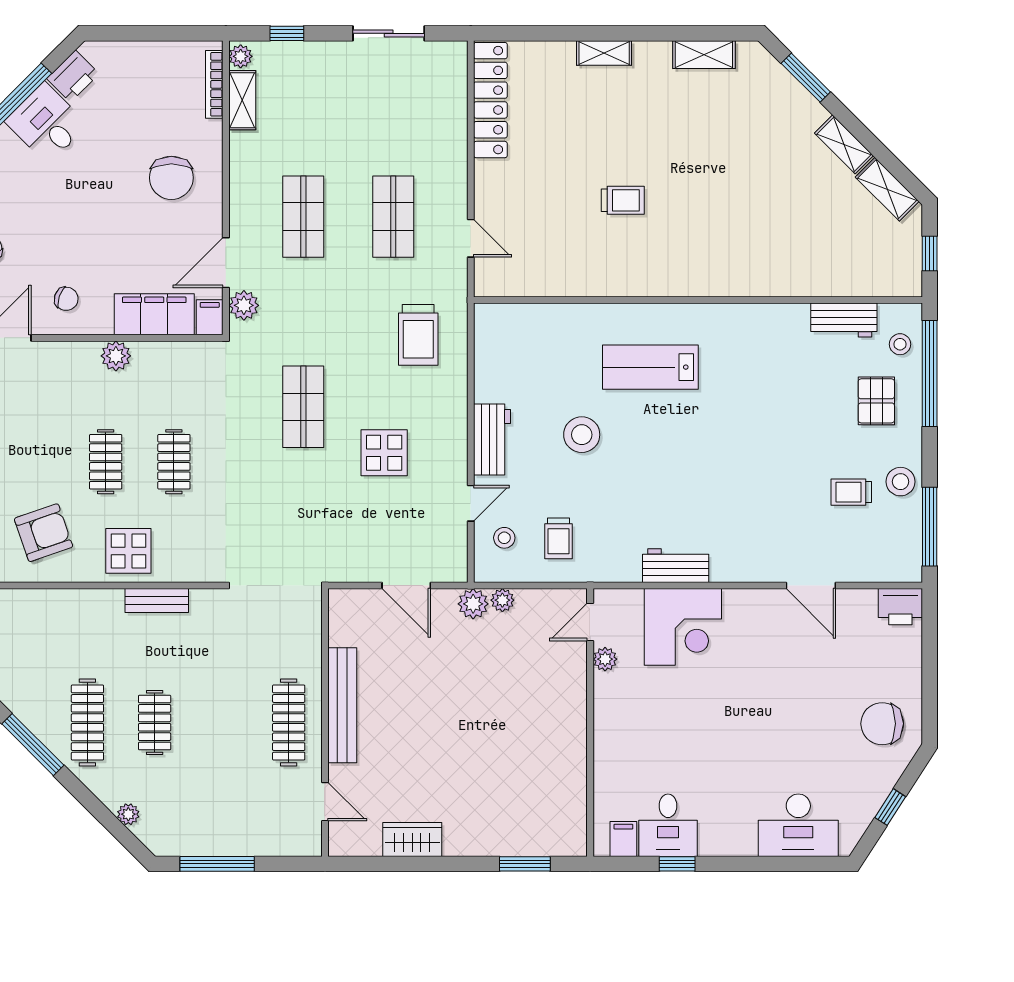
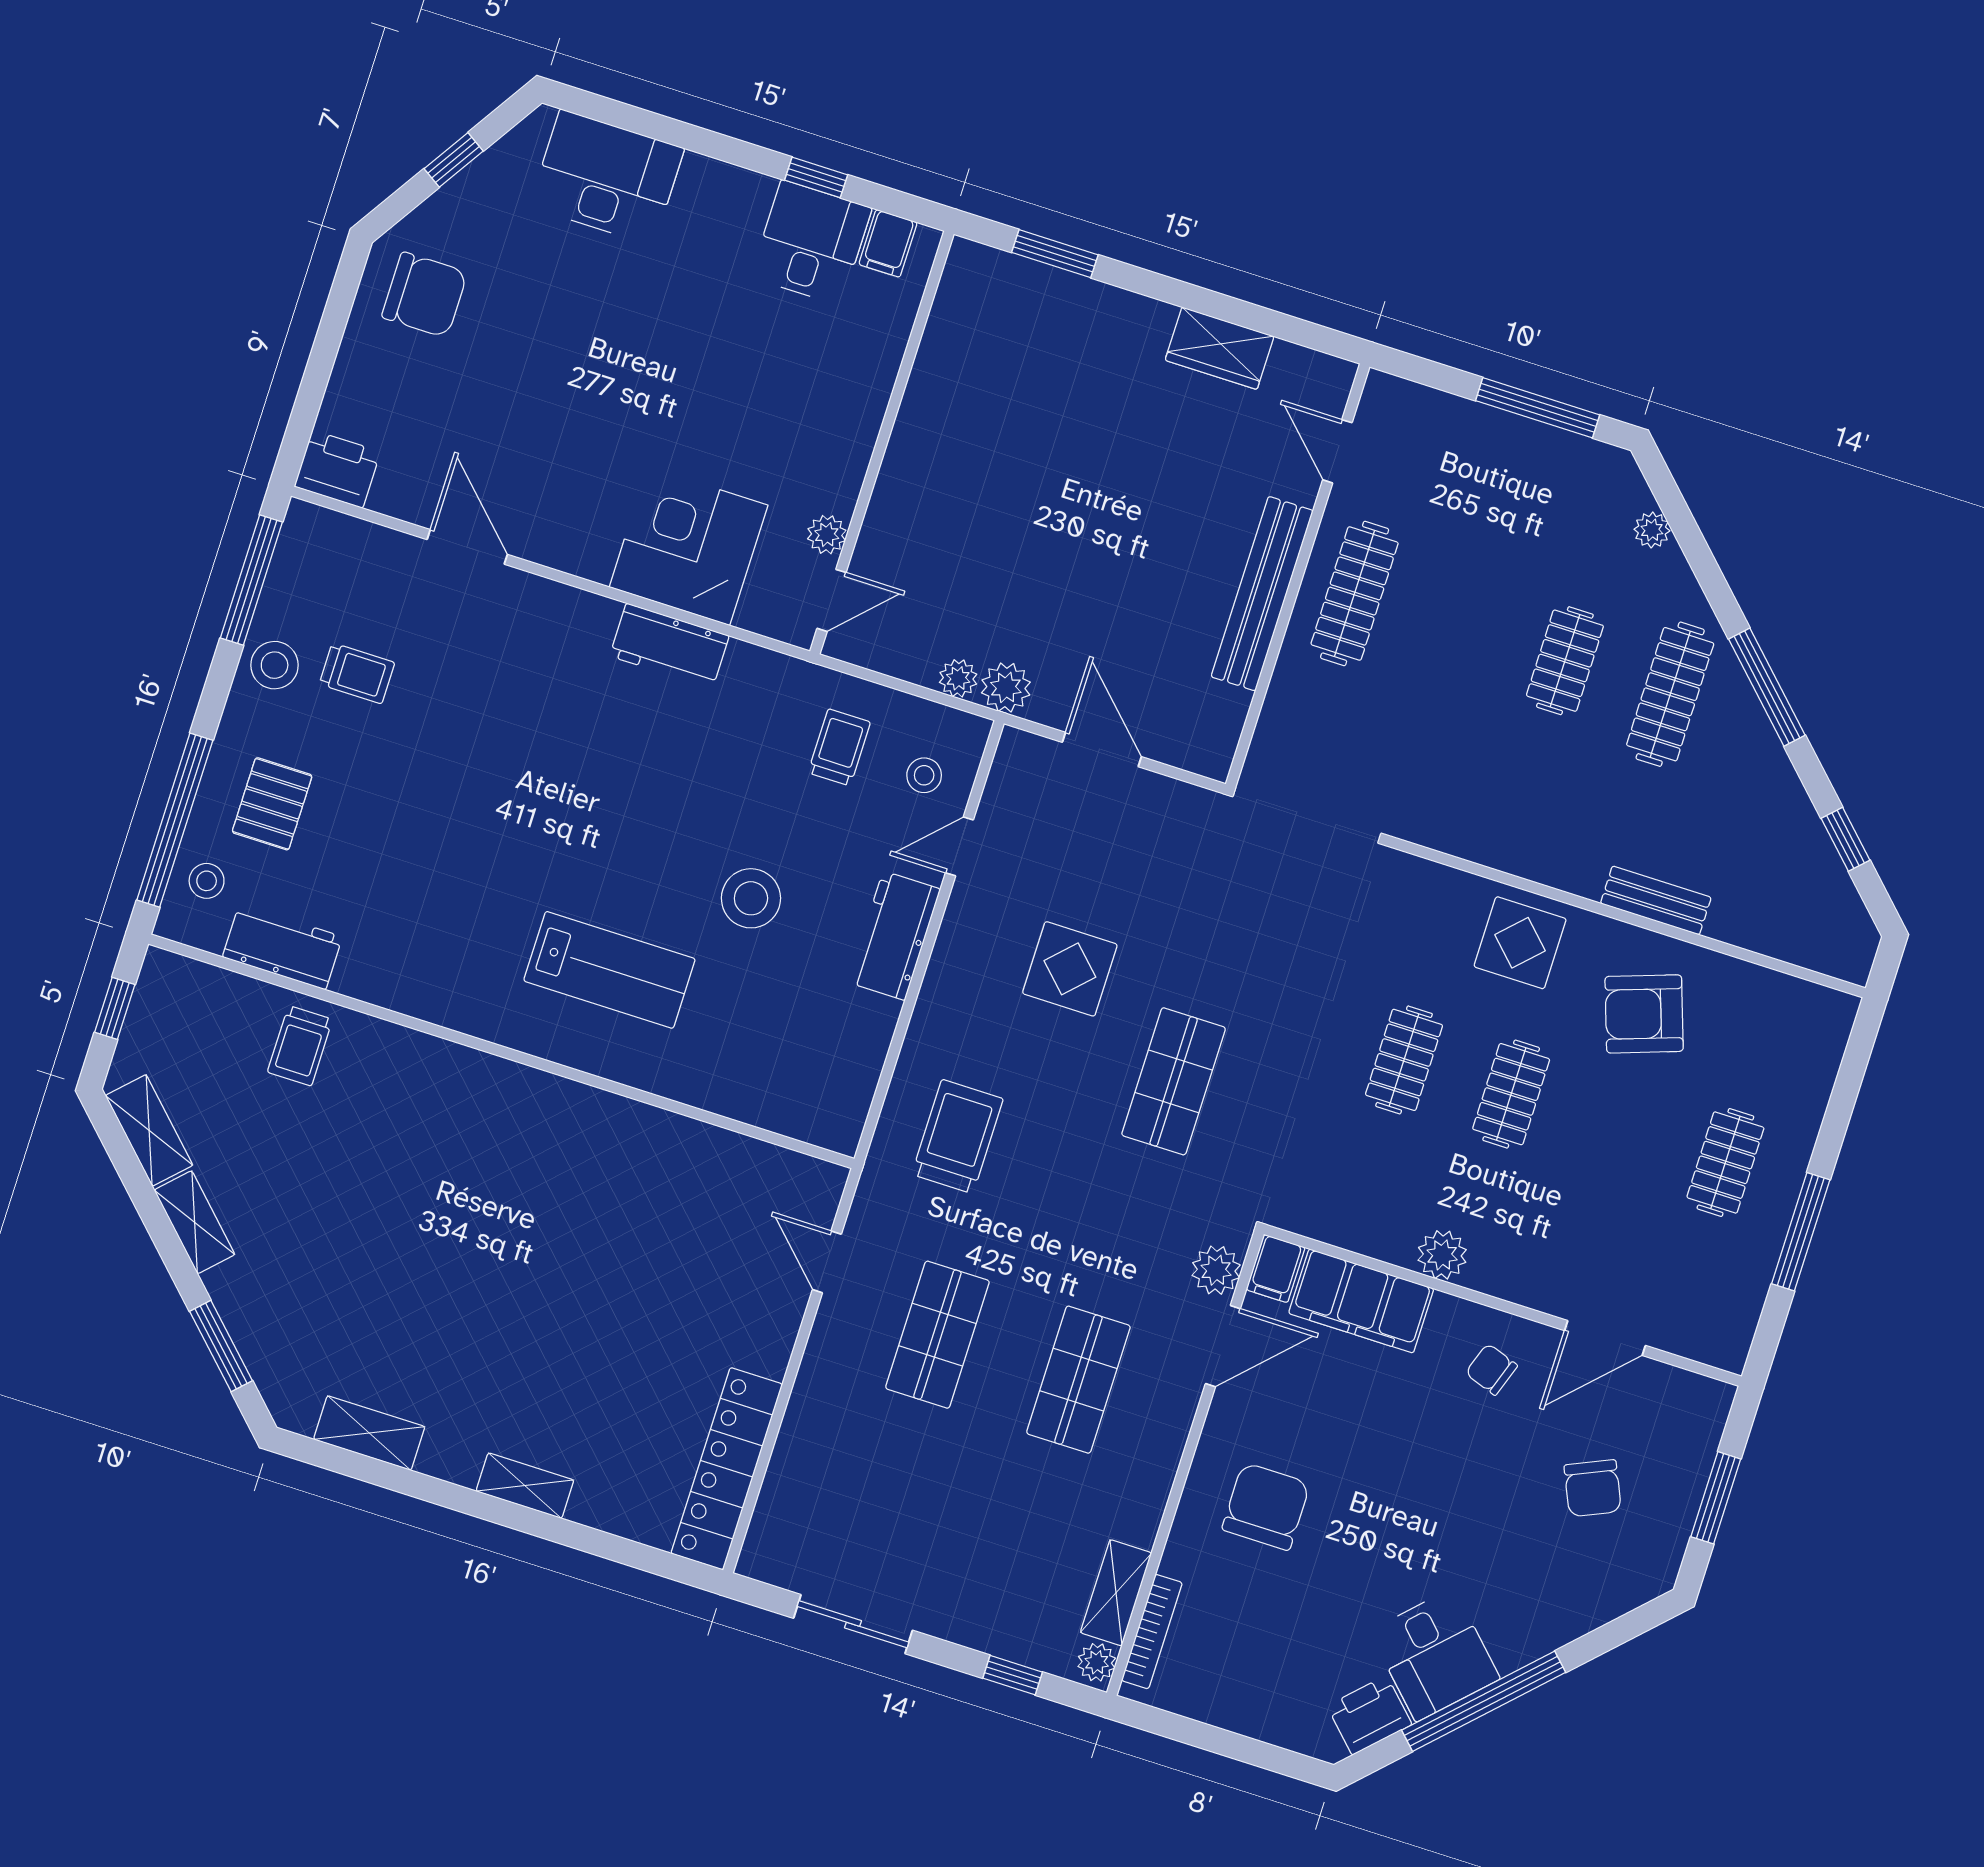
trolley: (623, 200) -> (300, 1046), moved, turned -90
bench: (157, 601) -> (1656, 900), moved

